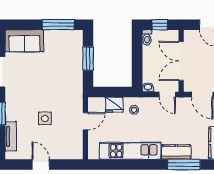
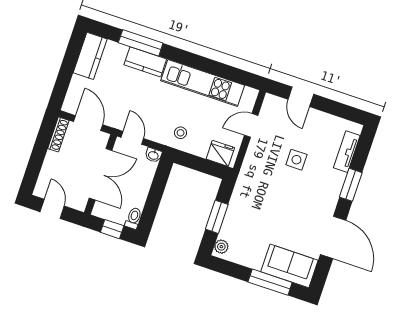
window: (58, 25) -> (270, 282), moved
plant: (78, 38) -> (221, 247), added
fridge: (114, 105) -> (220, 153), moved
door: (85, 121) -> (251, 125), moved
door: (41, 164) -> (301, 97), moved

